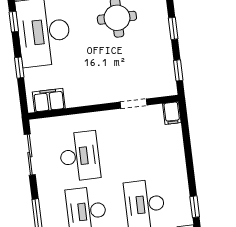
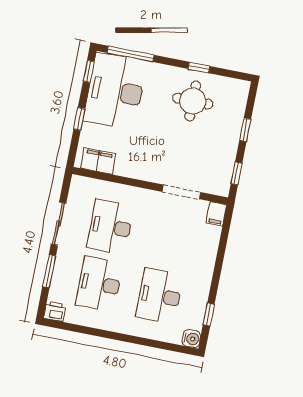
doorway: (134, 104) -> (181, 192), width x1.38
sliding door: (30, 155) -> (58, 224), moved
desk: (80, 156) -> (111, 227), turned 180

